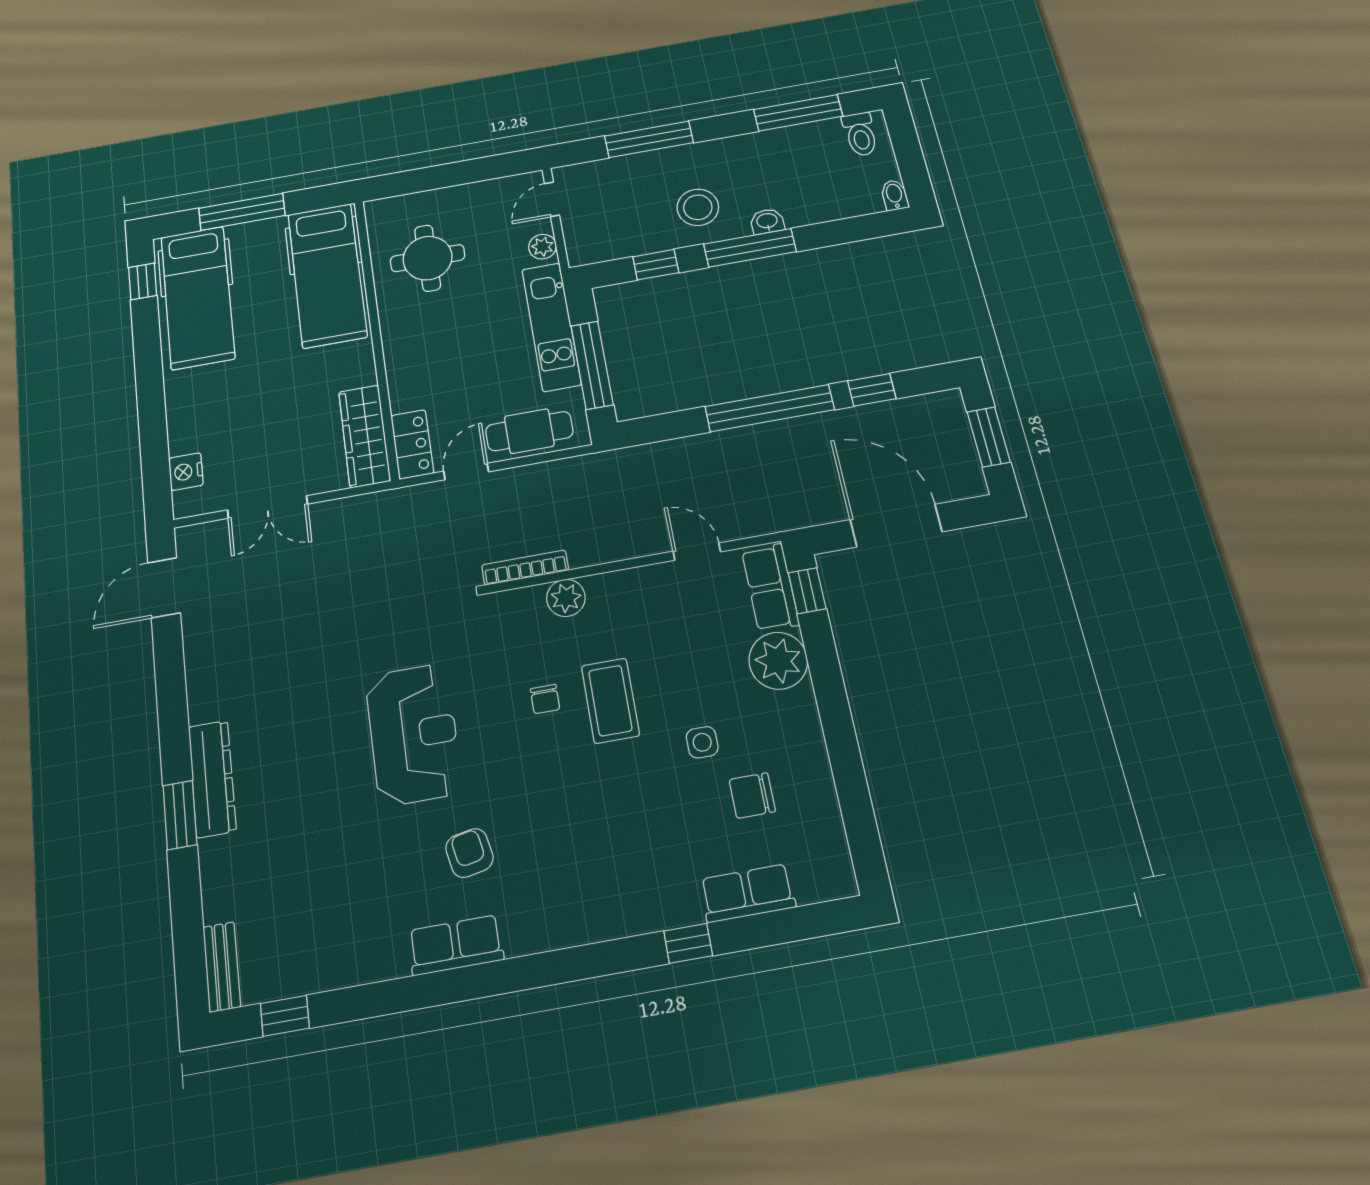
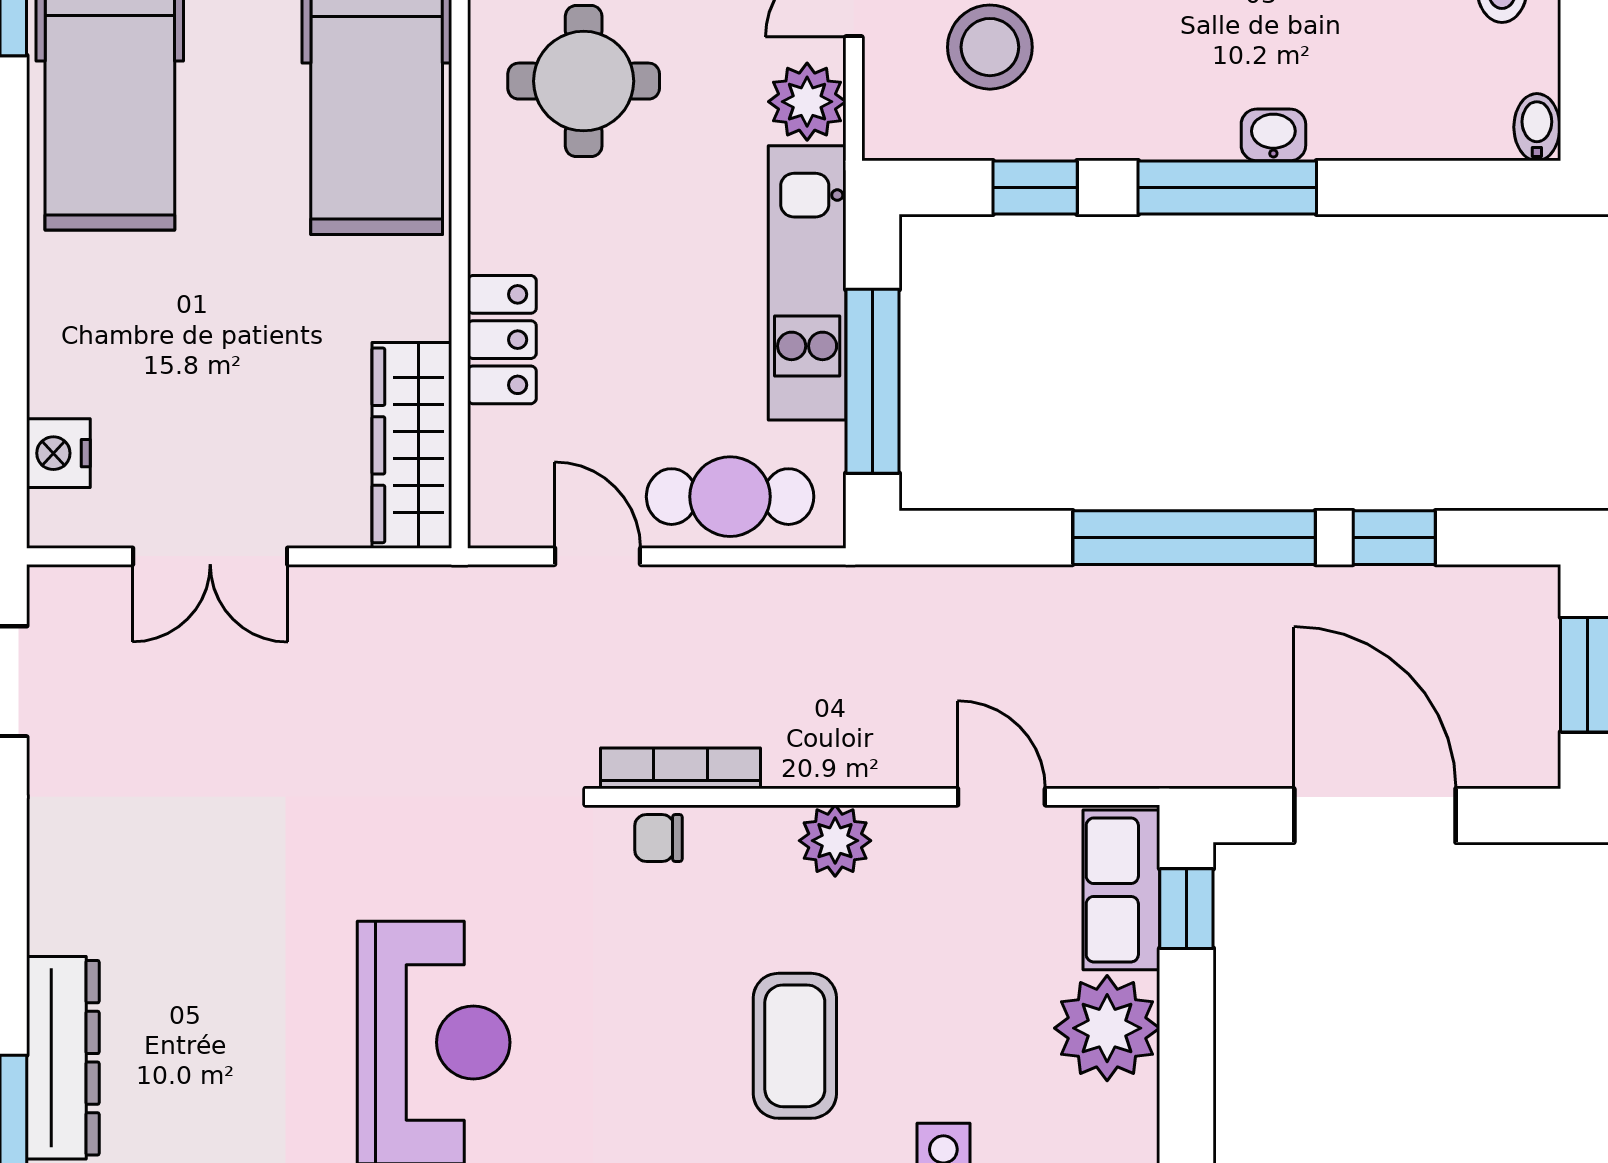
stool: (698, 207) -> (990, 47), moved
plant: (542, 247) -> (807, 102), width x1.38, depth x1.38
locker: (412, 444) -> (502, 340), moved
door: (466, 471) -> (598, 556), hinge flipped
plant: (566, 598) -> (835, 841), moved
chair: (545, 699) -> (659, 838), moved, turned 90

